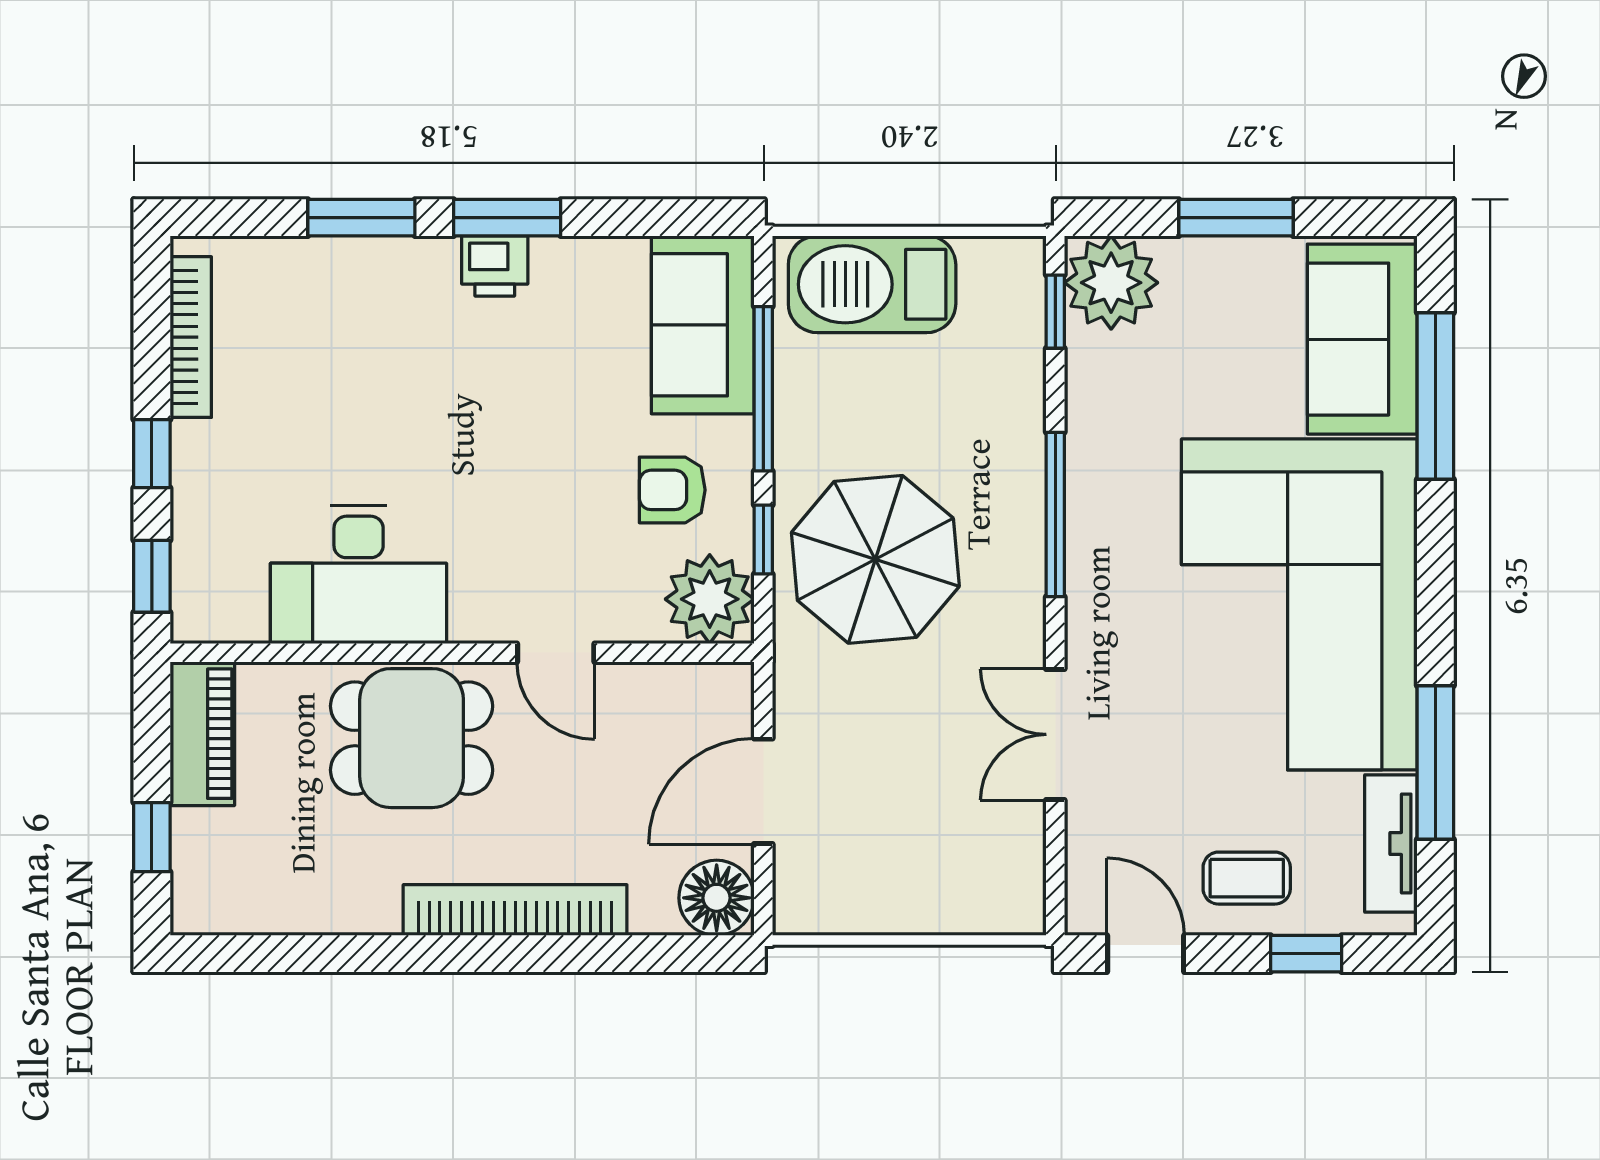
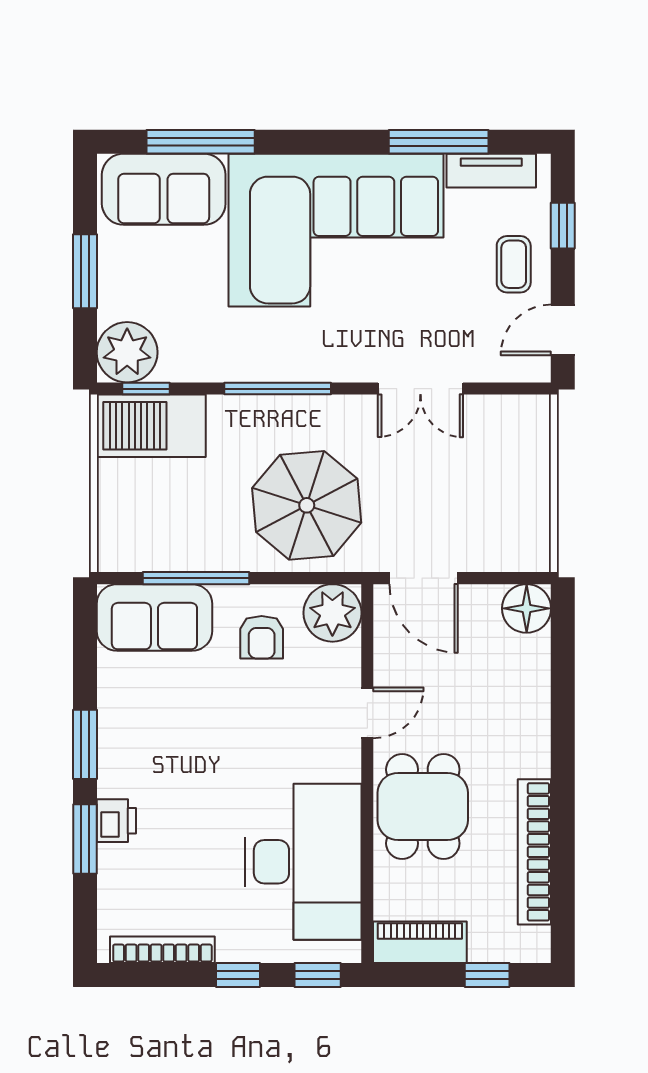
printer: (495, 266) -> (116, 821), moved
barbecue: (872, 284) -> (151, 426), moved, turned 90
window: (763, 539) -> (294, 578), removed
desk: (359, 574) -> (303, 862), width x1.36, depth x1.30
door: (763, 791) -> (424, 578), moved
bookcase: (515, 910) -> (534, 852), moved

